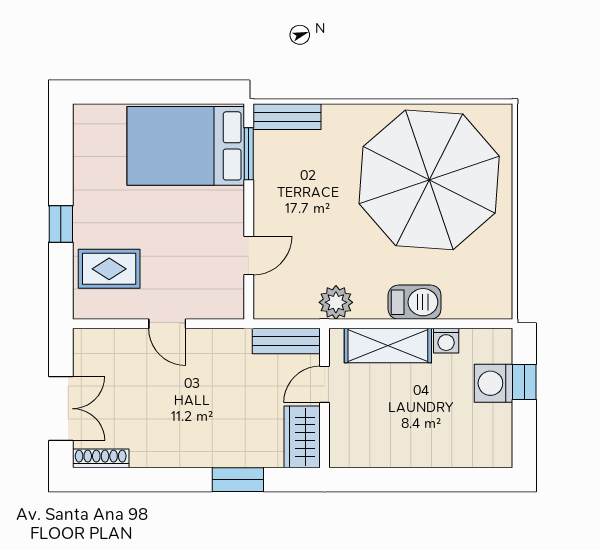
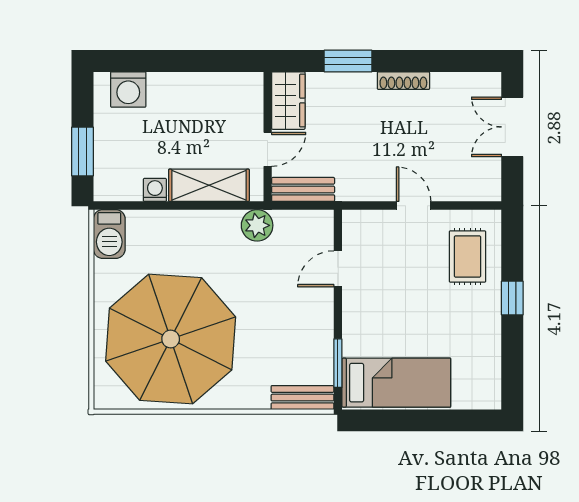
bed: (186, 146) -> (396, 383), width x0.67
rug: (109, 269) -> (467, 256), turned 90
barbecue: (415, 302) -> (109, 234), moved, turned -90
window: (524, 382) -> (82, 152), width x1.50
washing machine: (493, 383) -> (128, 89), moved, turned 90
shoe rack: (101, 458) -> (403, 81), moved

